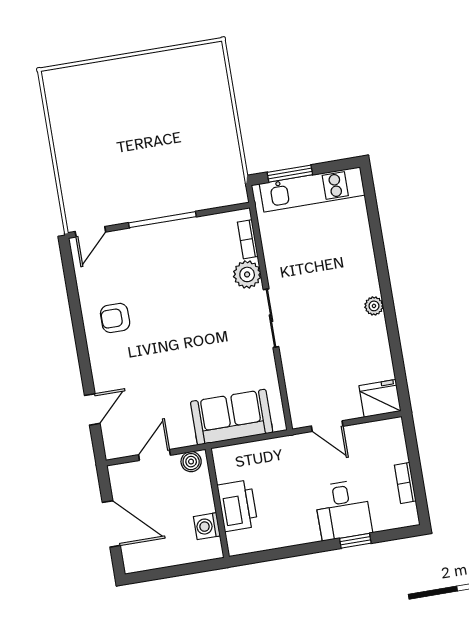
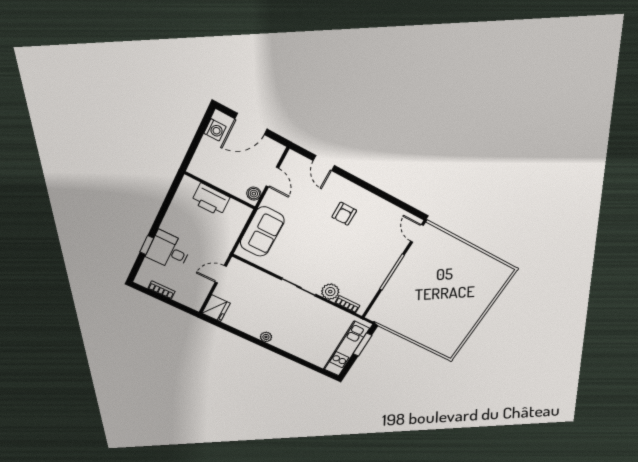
armchair: (115, 318) -> (344, 214), moved, turned 180
washing machine: (207, 526) -> (215, 130), moved, turned 90

